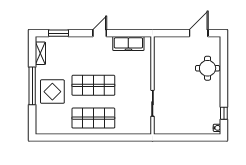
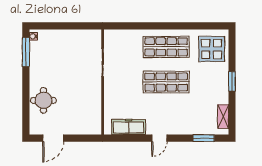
window: (32, 86) -> (232, 81), width x0.47
display table: (52, 92) -> (212, 49), moved
window: (224, 113) -> (26, 52), width x2.17

